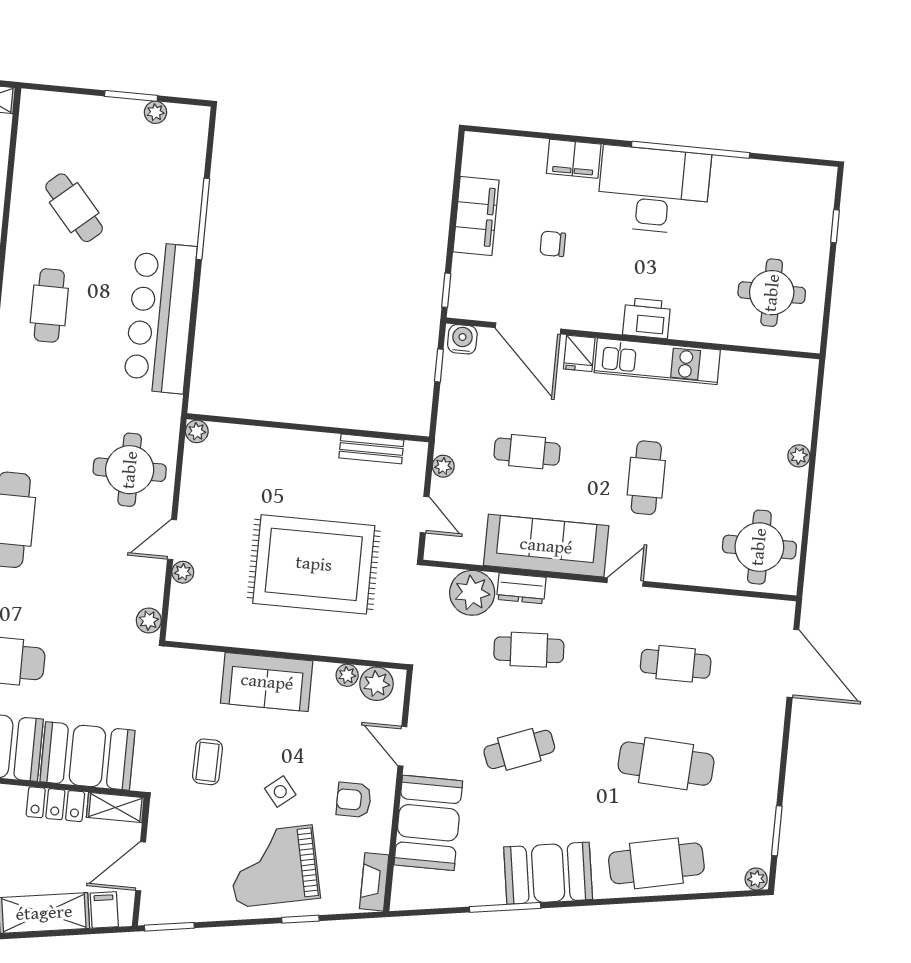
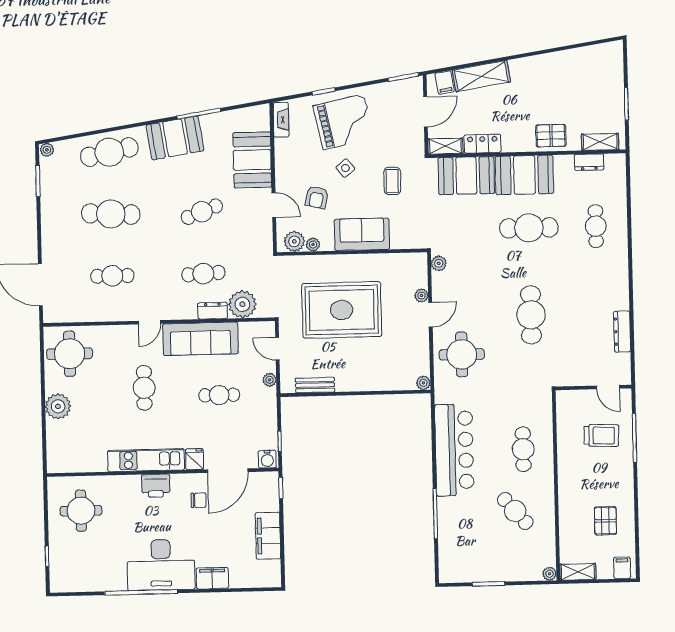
plant: (155, 112) -> (549, 574), moved
chair: (553, 244) -> (199, 500), moved
door: (528, 328) -> (228, 471), swing flipped
plant: (799, 456) -> (58, 406), width x1.87, depth x1.87
armchair: (354, 800) -> (317, 197), moved, turned 103

